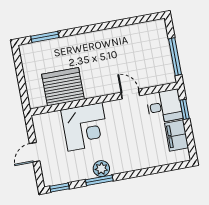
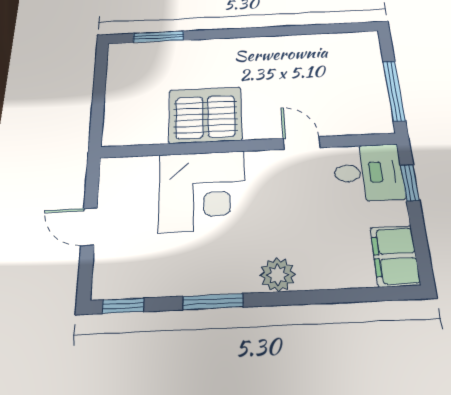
server rack: (63, 87) -> (205, 115), moved
filing cabinet: (177, 136) -> (395, 256), moved
door: (35, 152) -> (89, 226), hinge flipped
plant: (101, 169) -> (278, 275), moved

